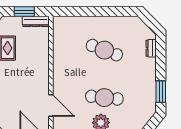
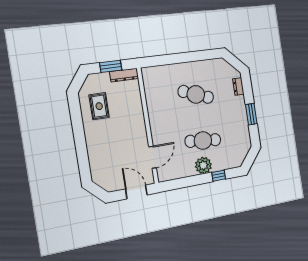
window: (161, 92) -> (251, 114), moved
door: (51, 105) -> (153, 157), hinge flipped

